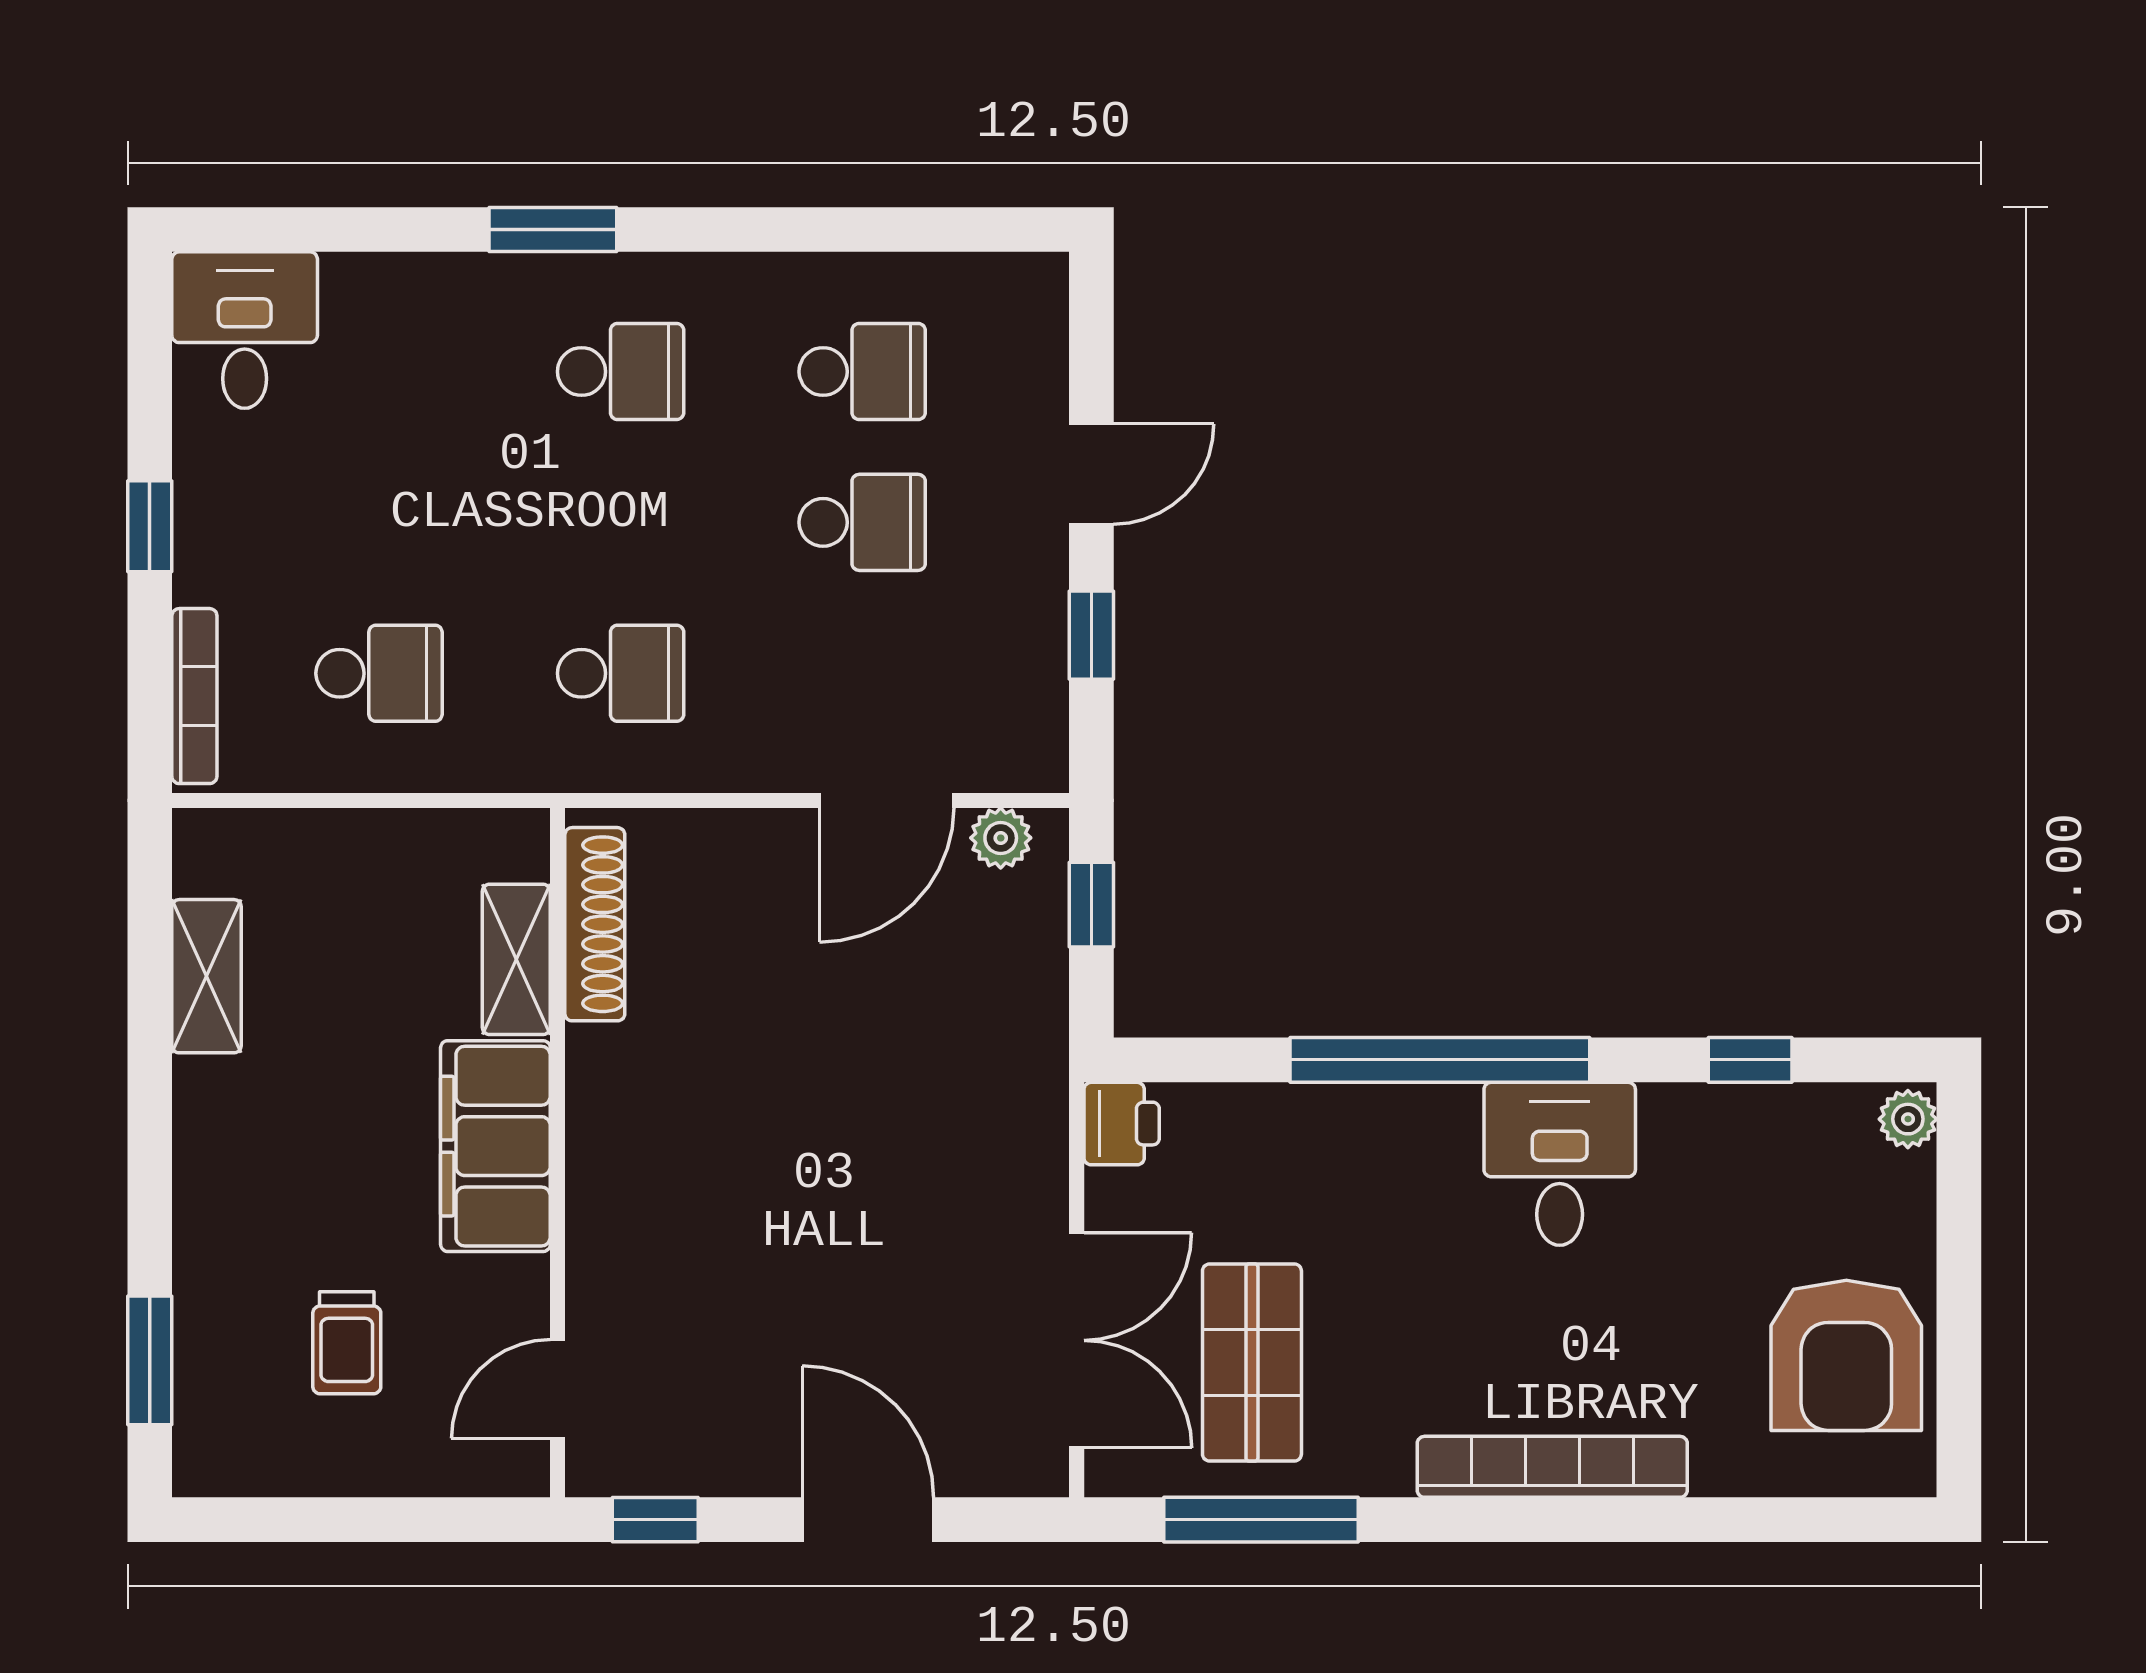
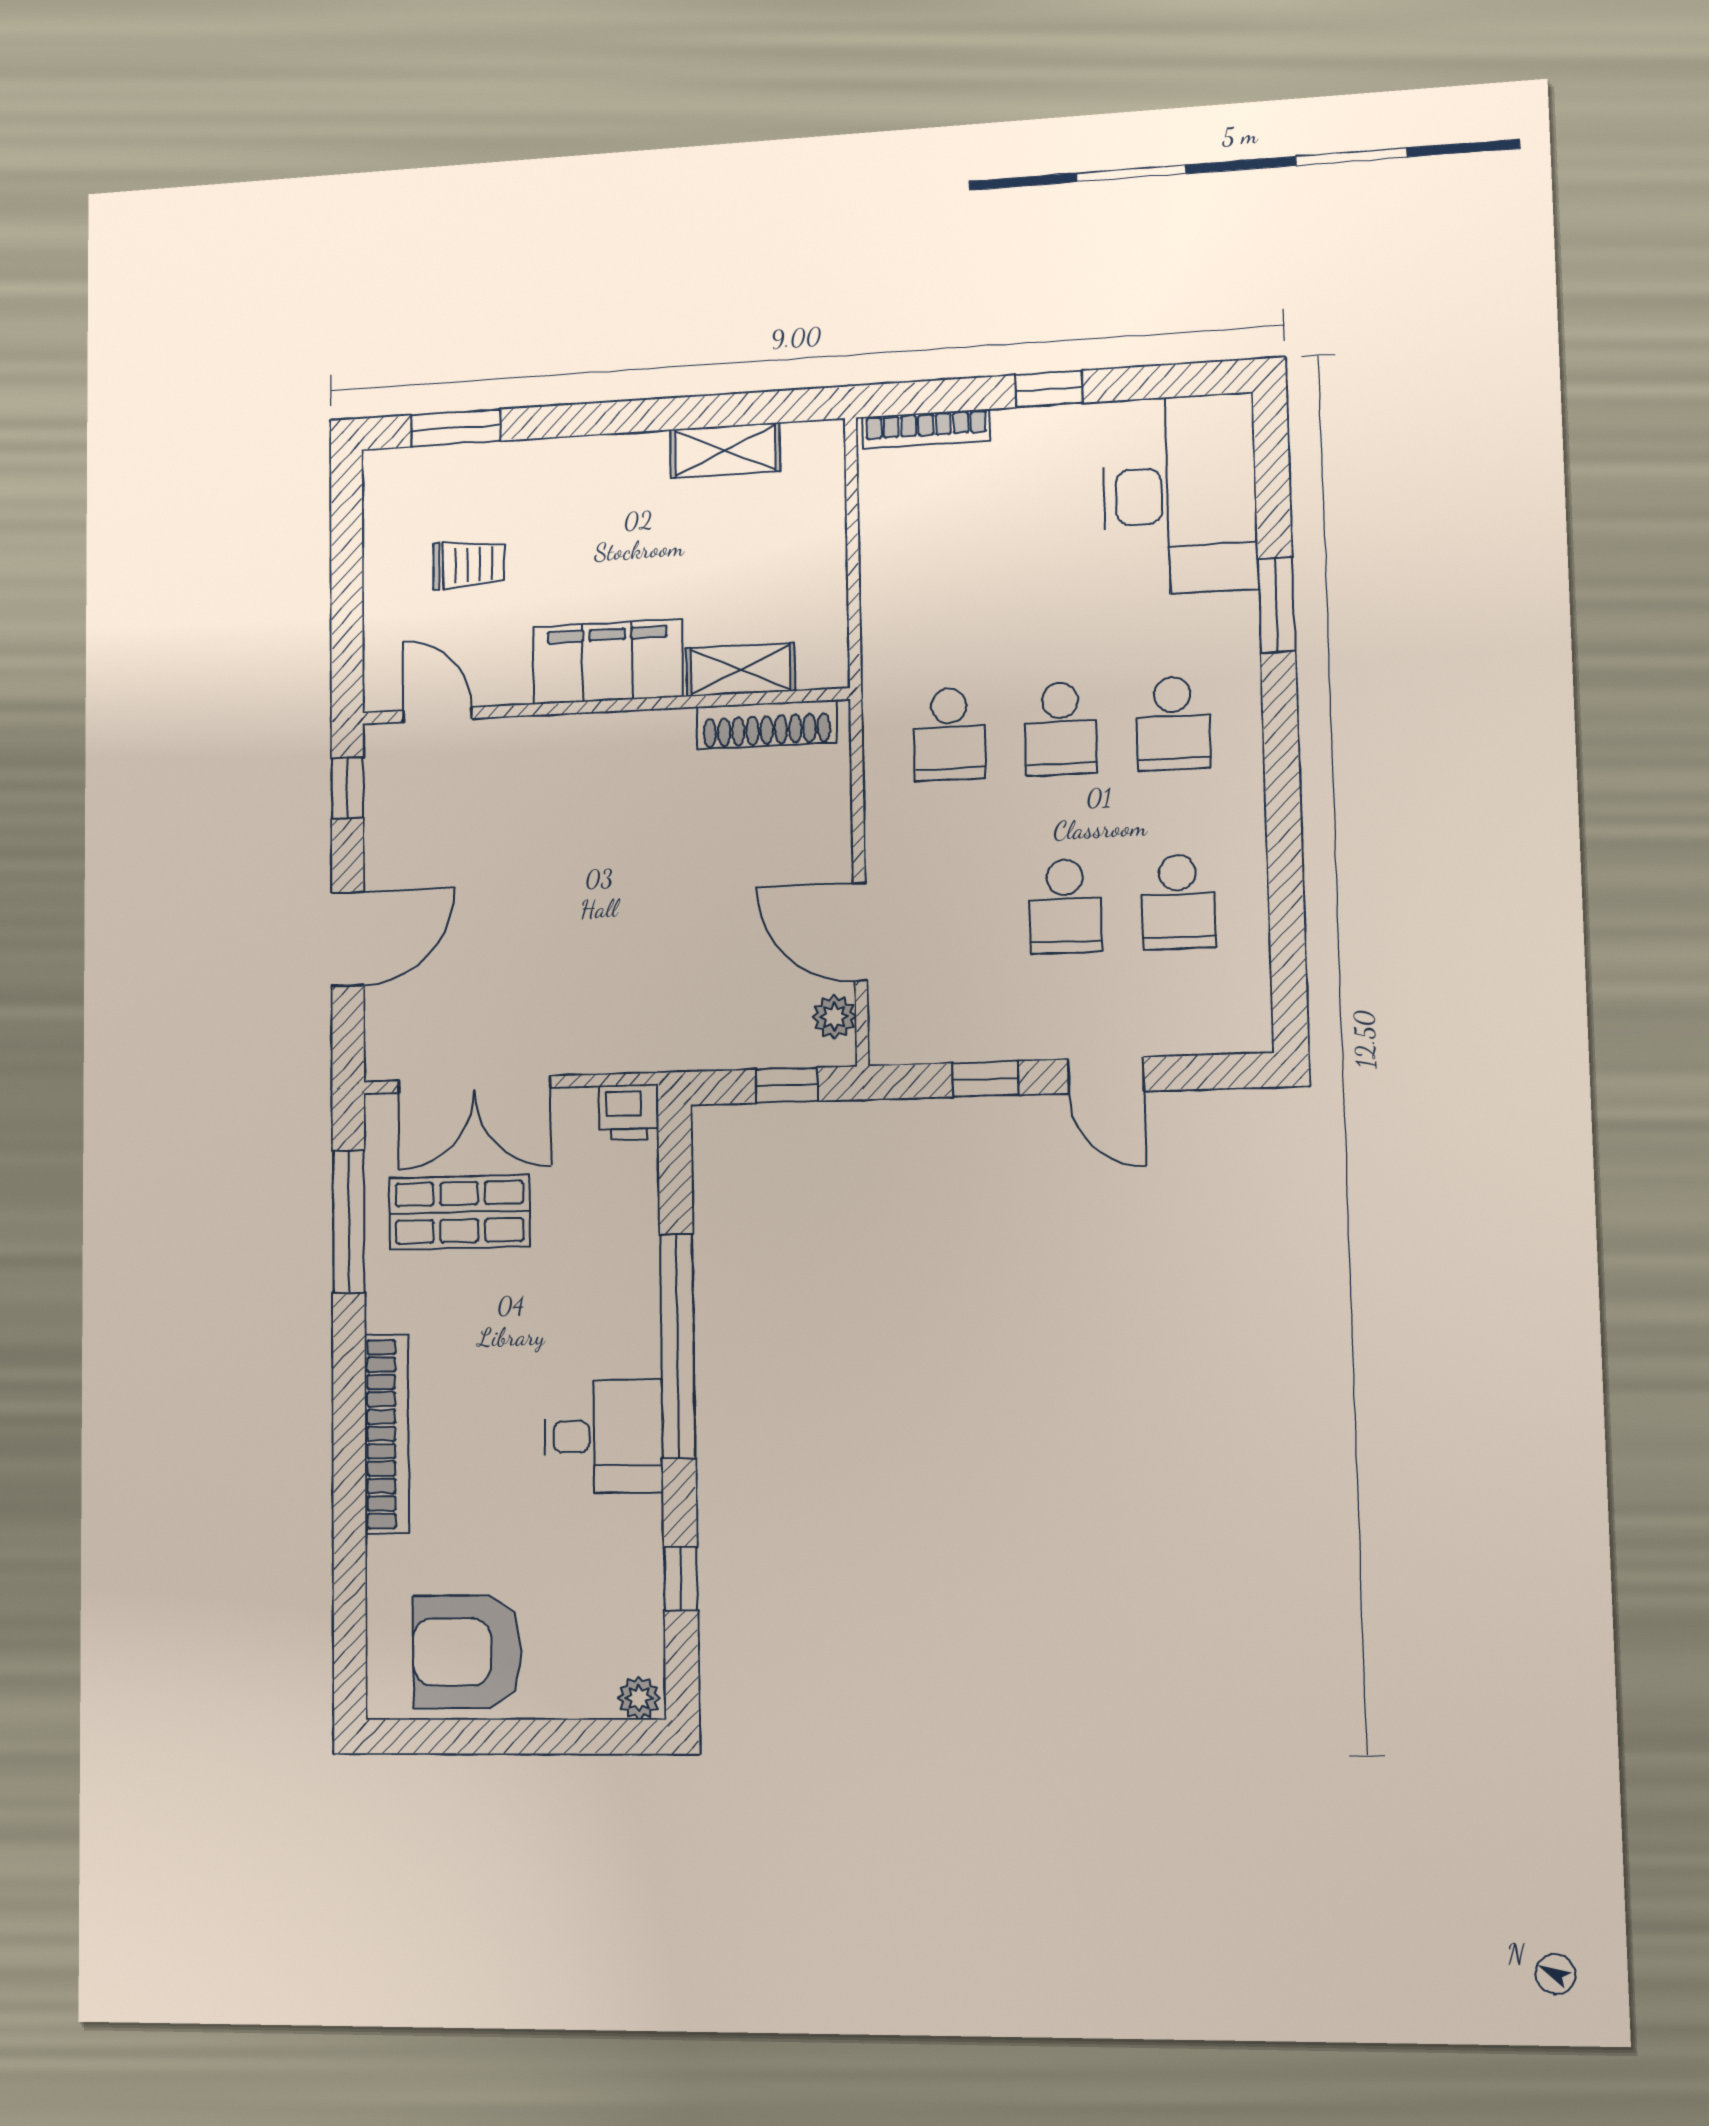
window: (553, 230) -> (1276, 605), moved
desk: (245, 330) -> (1180, 495), width x1.87, depth x1.30
school desk: (379, 673) -> (1061, 729), moved
trolley: (347, 1343) -> (469, 565), turned 180

